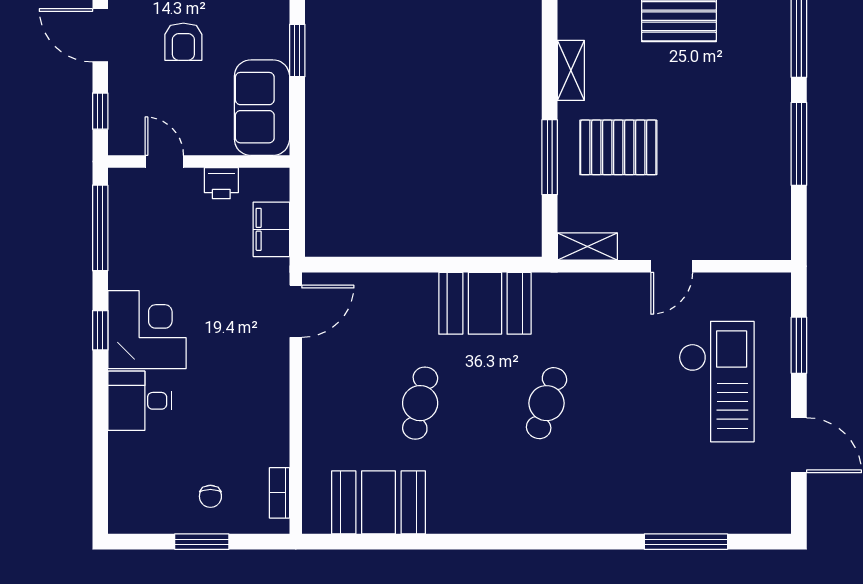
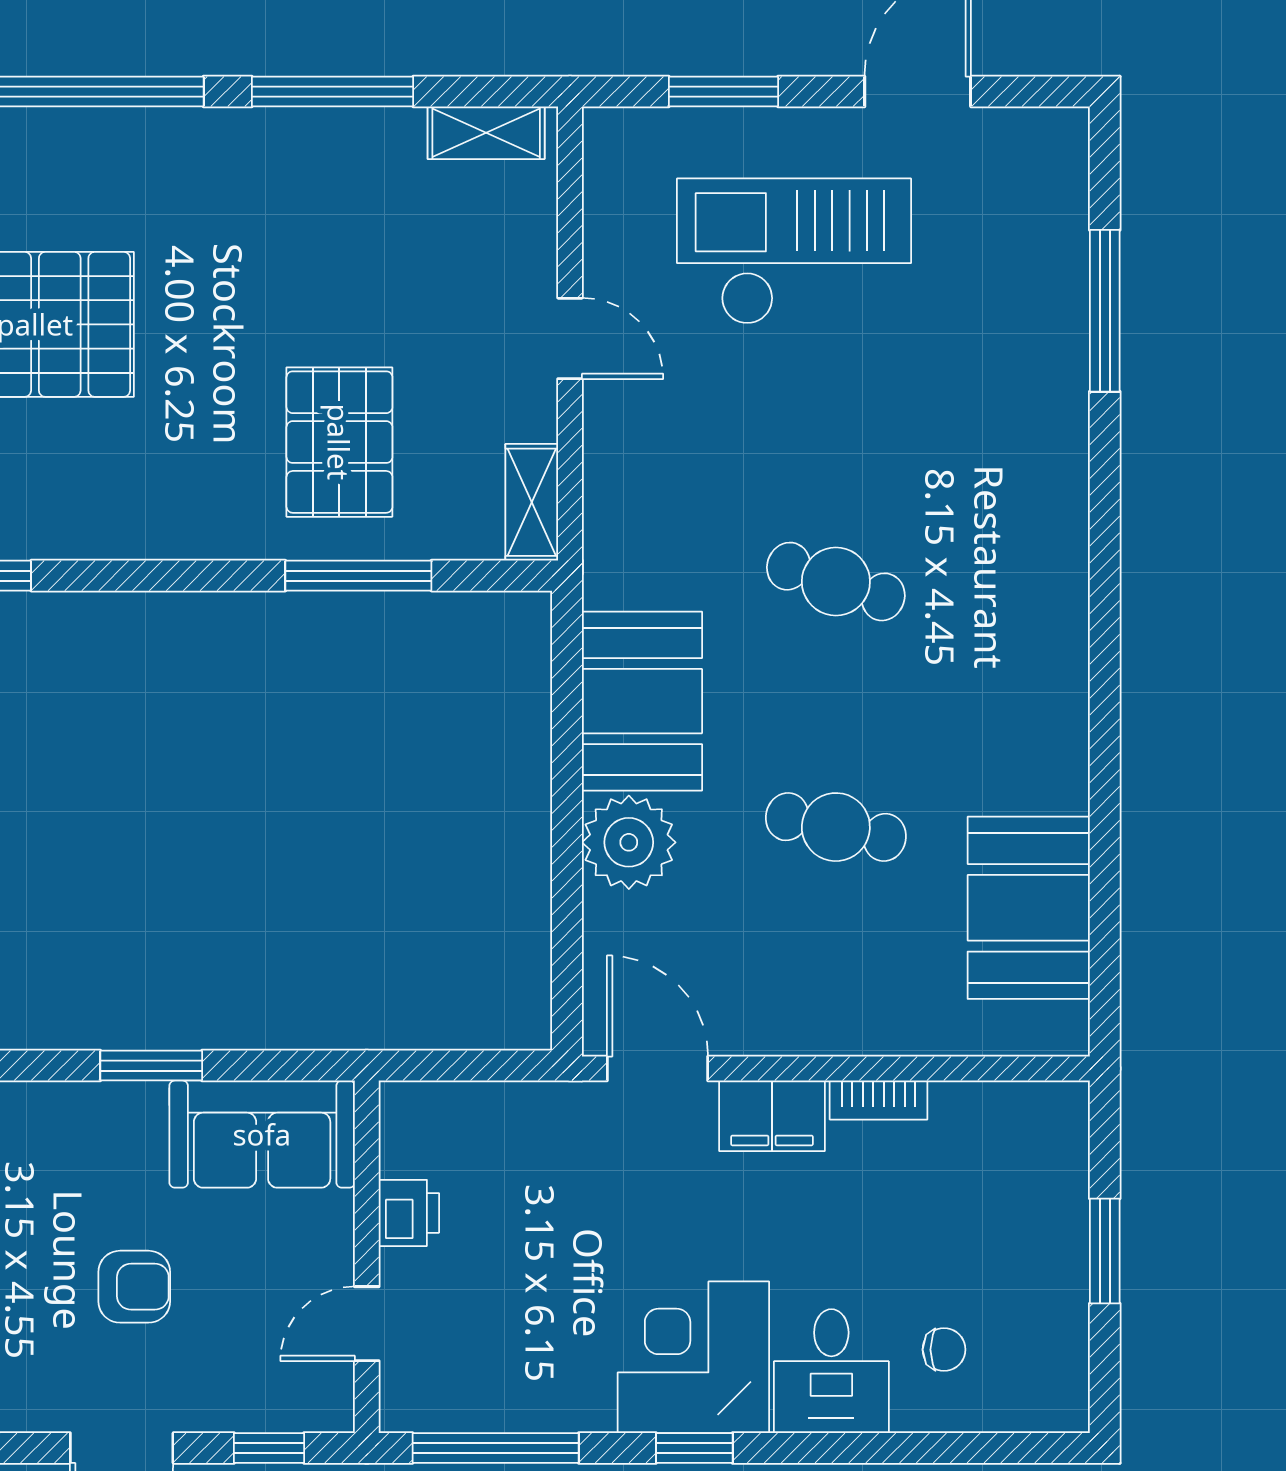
shelving: (571, 70) -> (486, 133), moved
filing cabinet: (271, 229) -> (772, 1116), moved
plant: (412, 296) -> (629, 842), added
bookcase: (279, 493) -> (879, 1100), moved
chair: (210, 496) -> (944, 1350), moved

